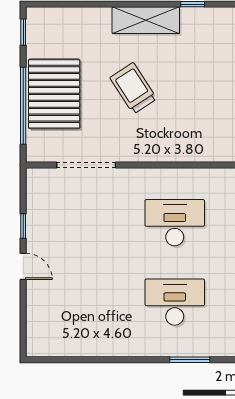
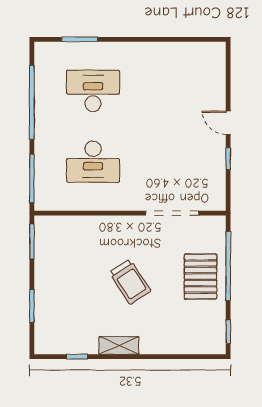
shelving: (146, 20) -> (119, 345), width x0.67, depth x0.75
pallet: (54, 94) -> (201, 277), width x0.73, depth x0.71
desk: (175, 302) -> (93, 91), turned 180

